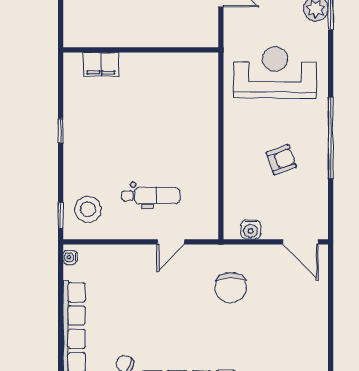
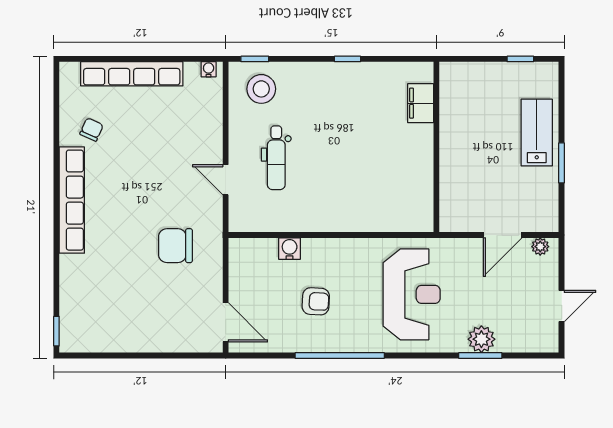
armchair: (281, 160) -> (316, 301), turned -68
water cooler: (251, 229) -> (290, 249), moved, turned 90
door: (300, 242) -> (226, 322), swing flipped

